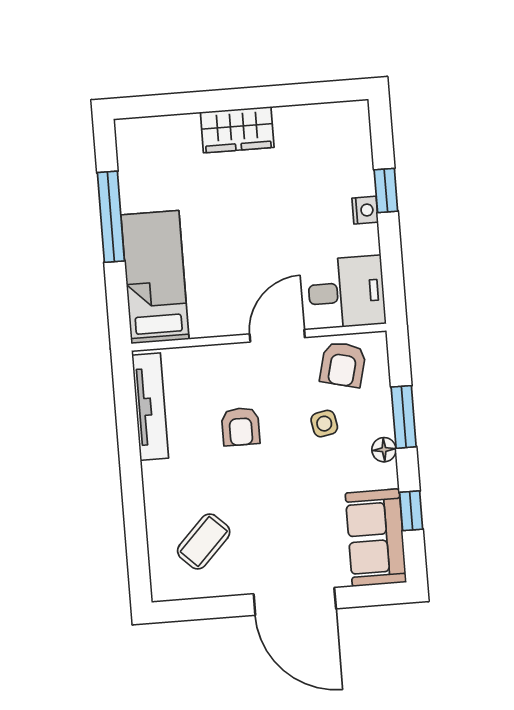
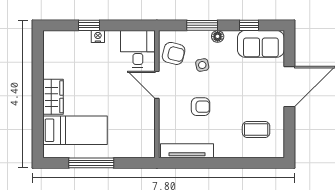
bed: (155, 277) -> (75, 130), moved, turned 180
coffee table: (204, 541) -> (256, 130), turned -44

